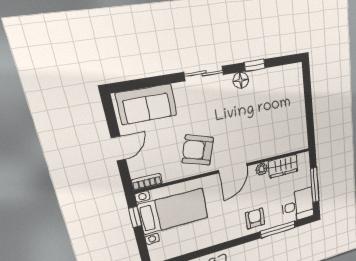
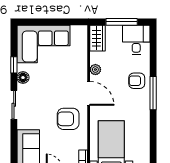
corner sofa: (283, 100) -> (43, 44), added
armchair: (198, 150) -> (68, 119), turned 72
wardrobe: (283, 166) -> (97, 38), moved
window: (278, 229) -> (153, 93), moved

